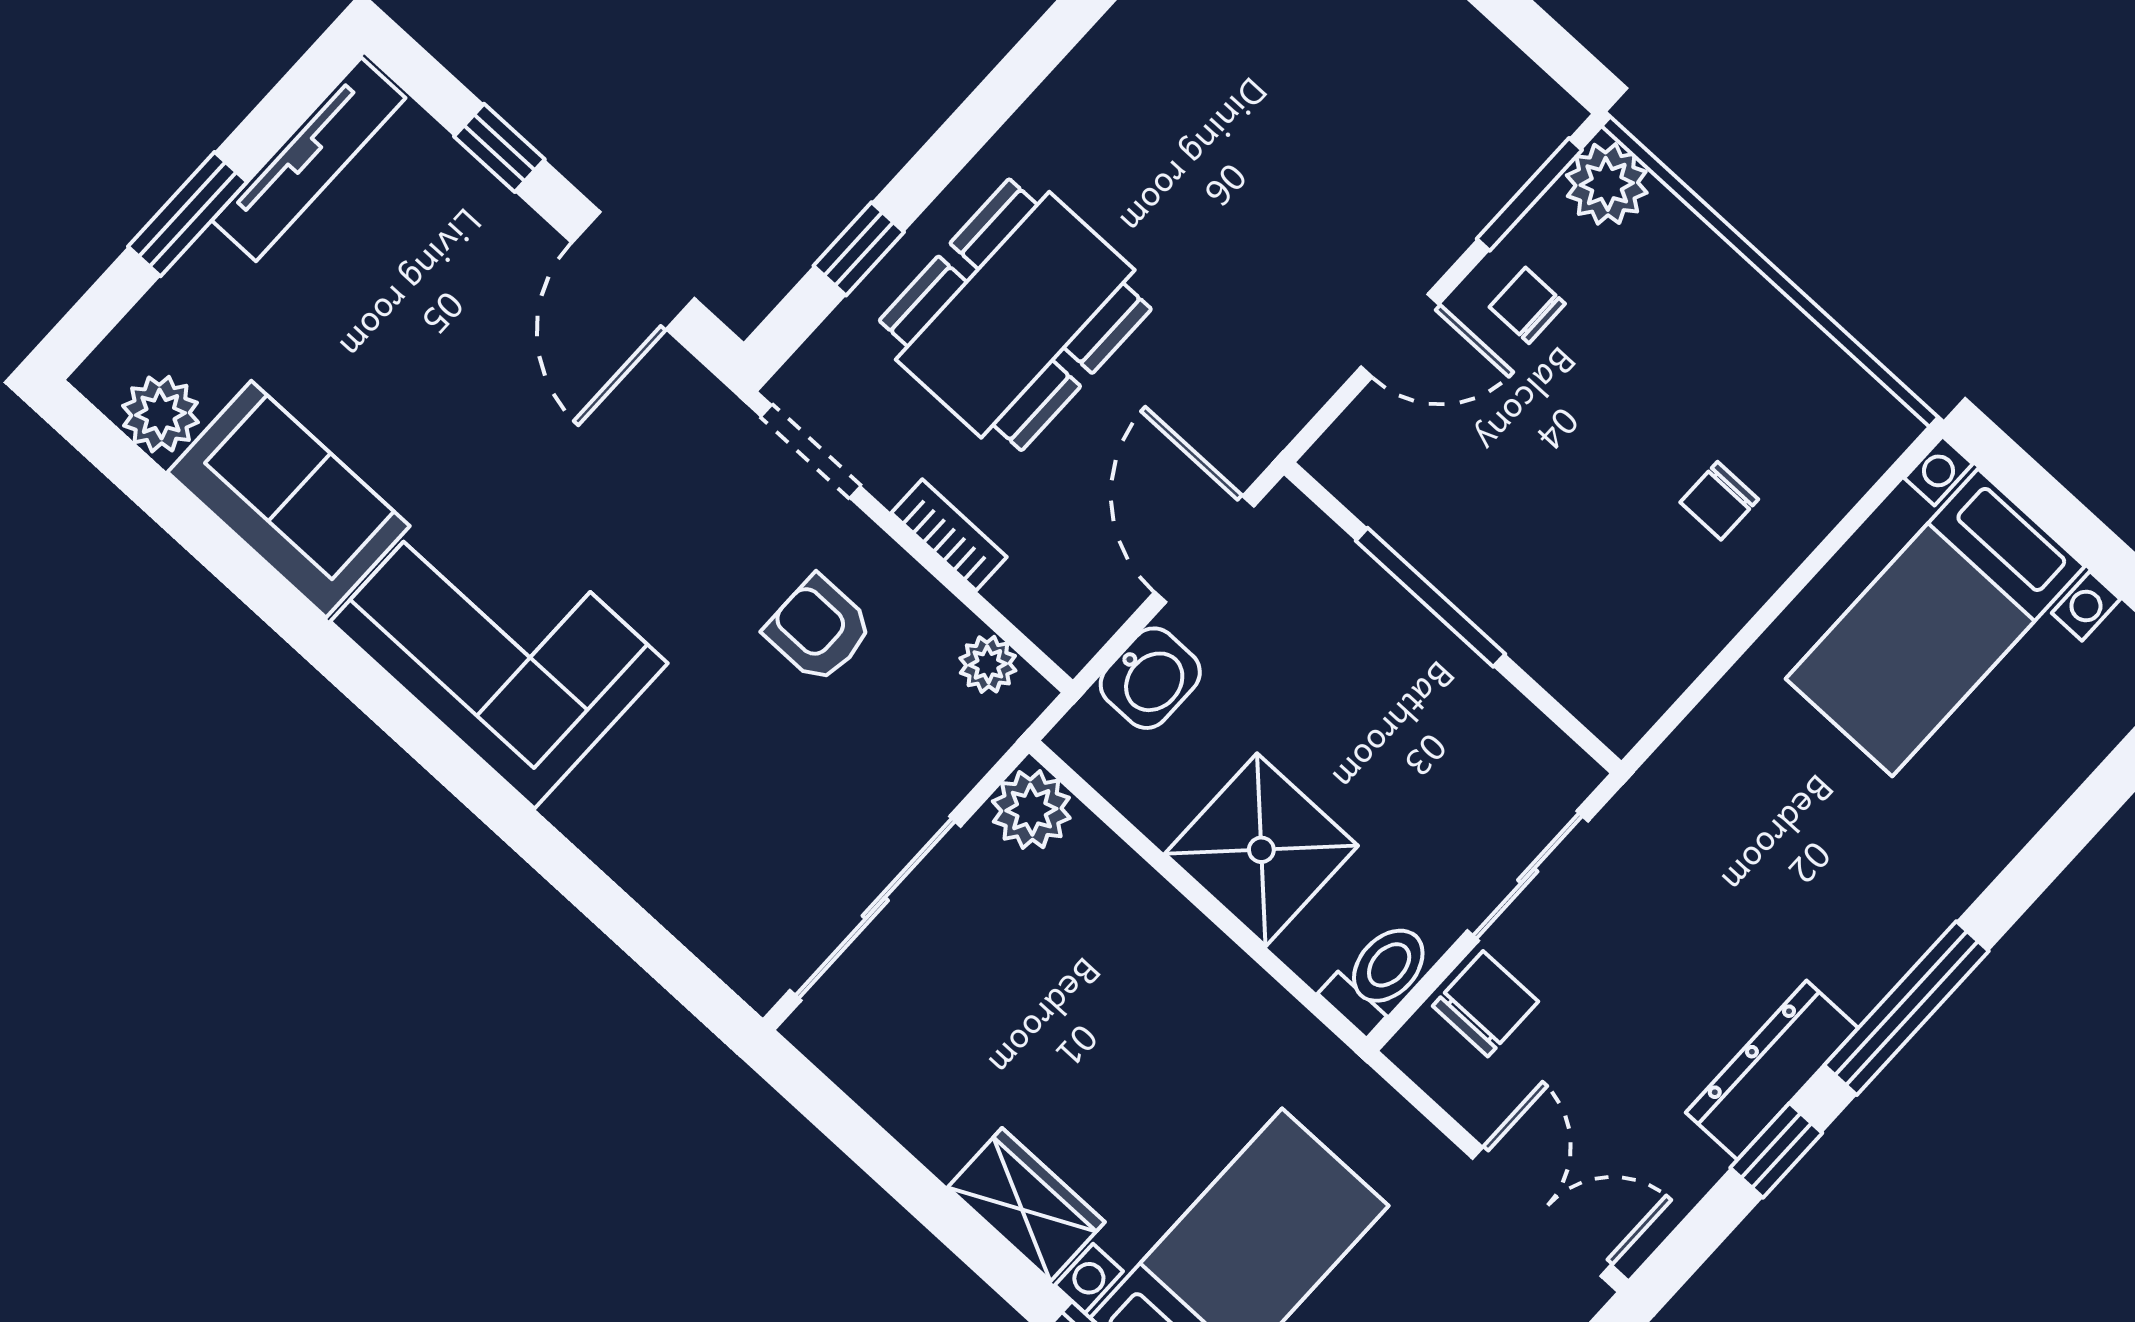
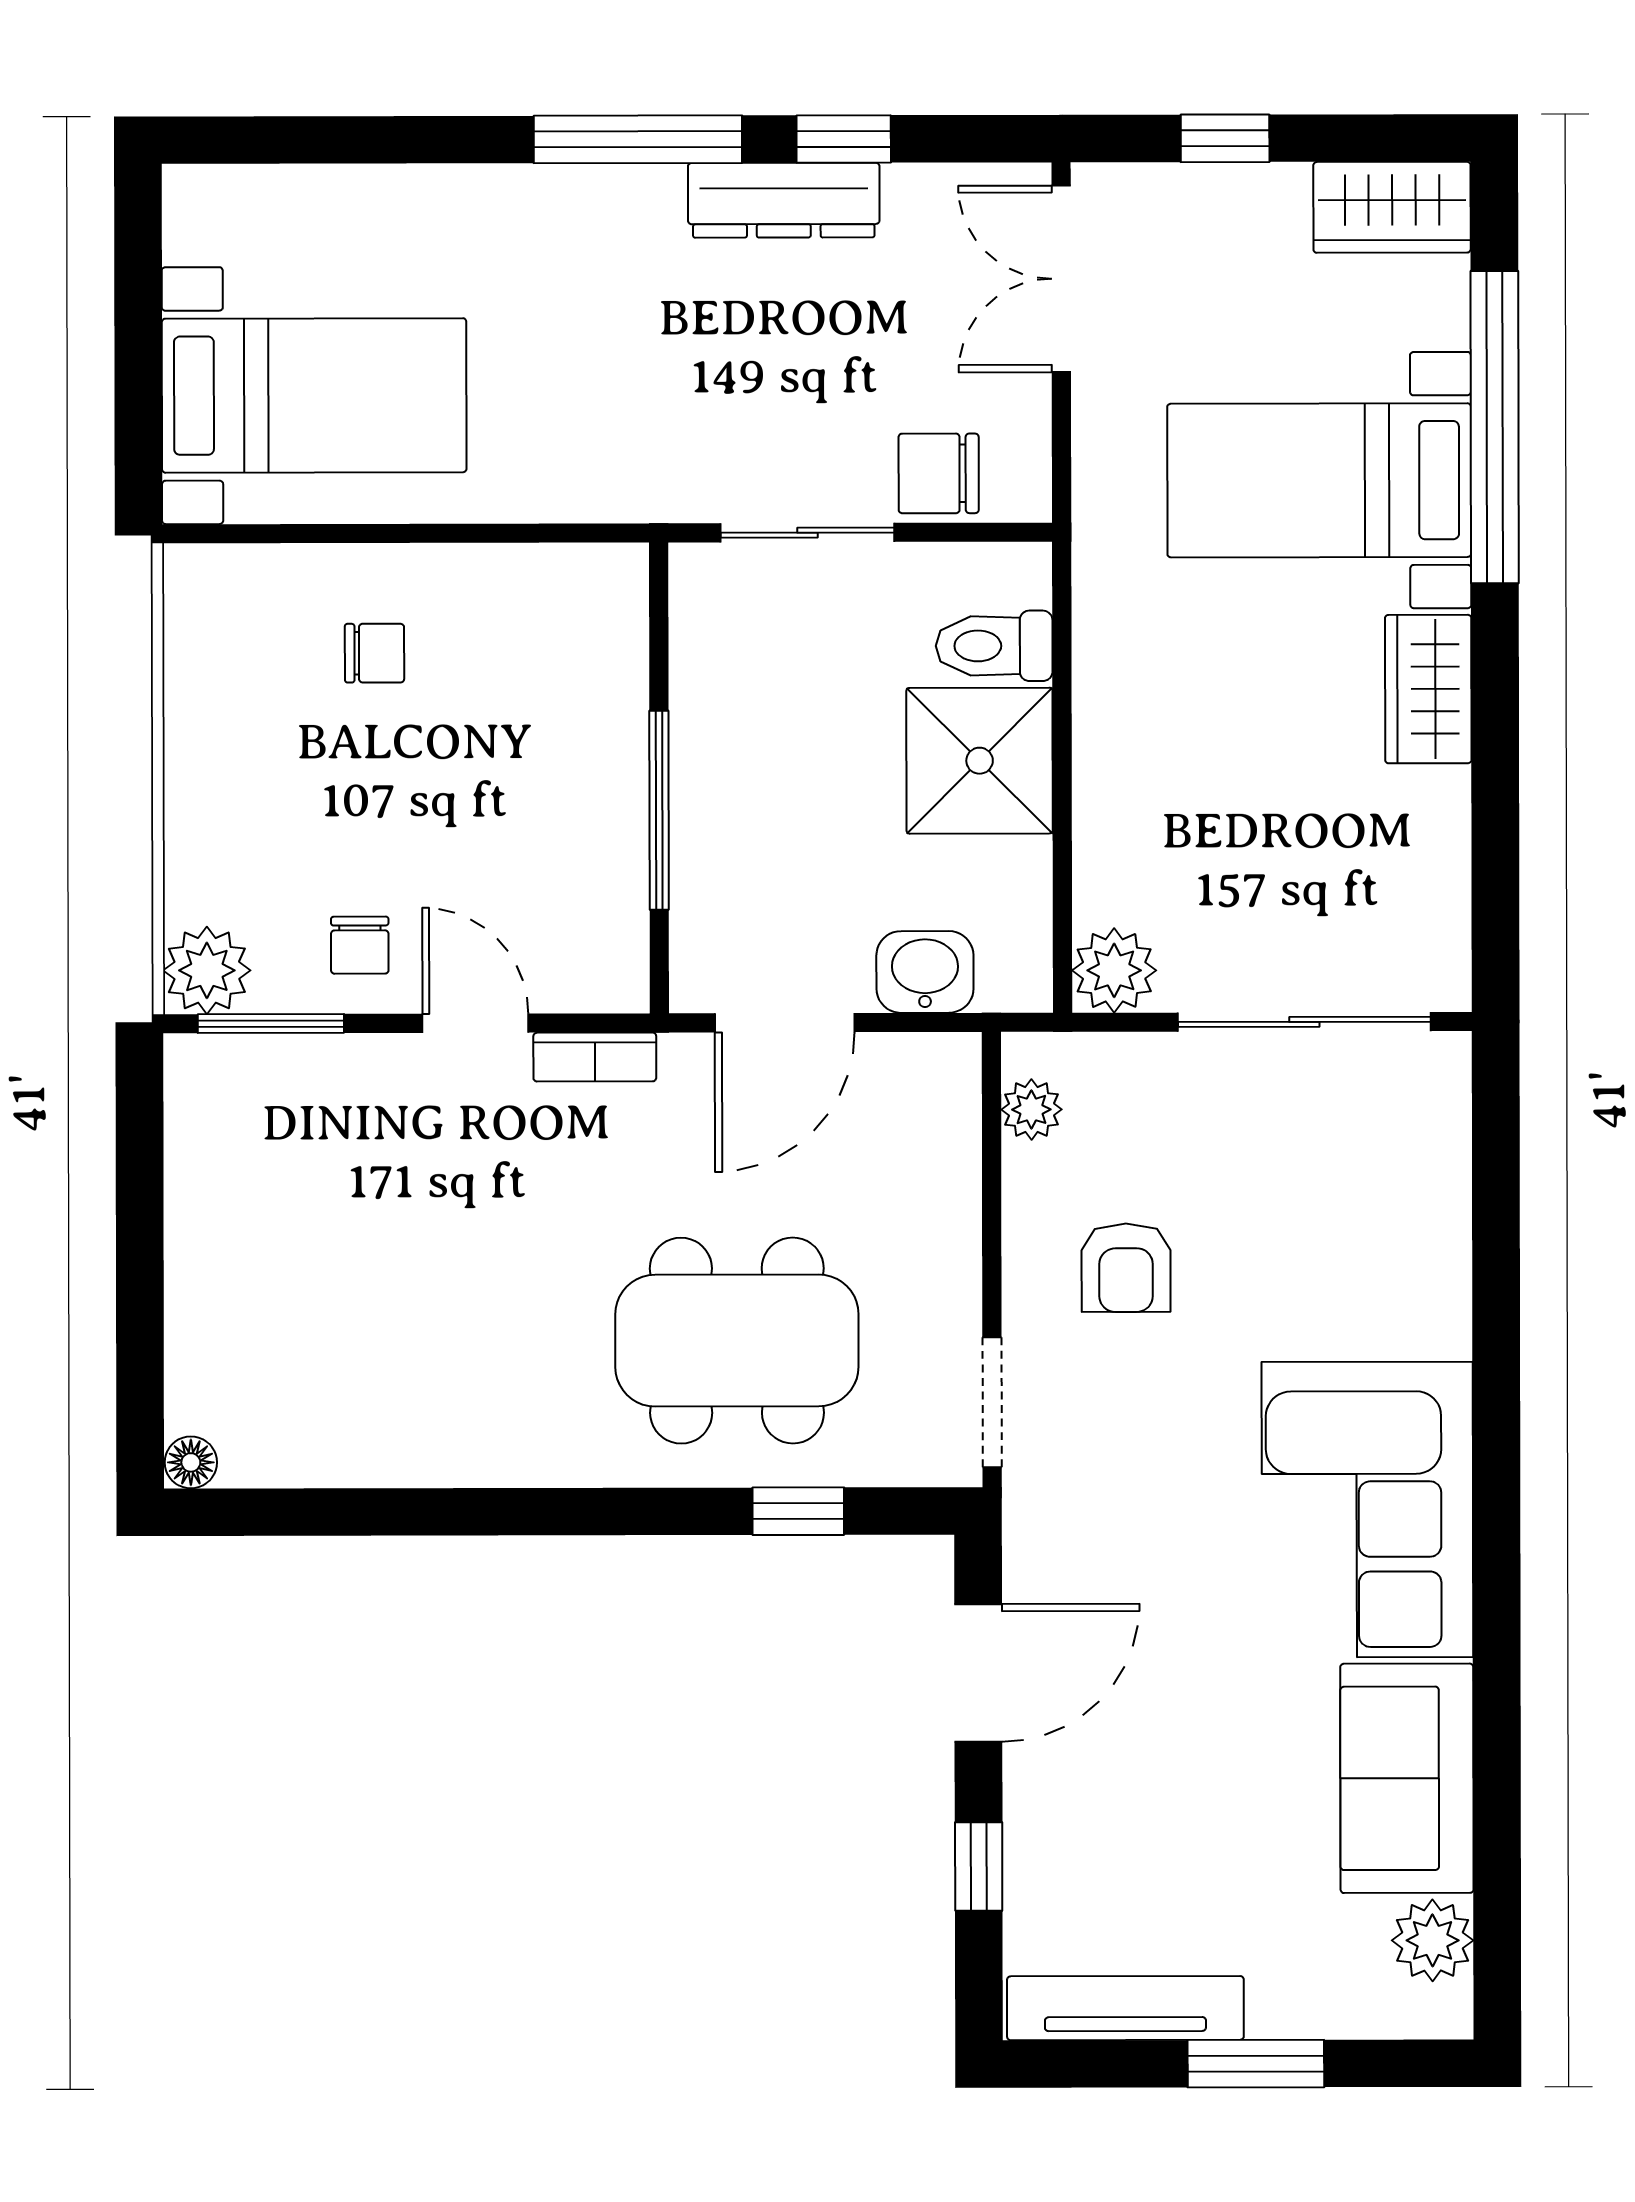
bookcase: (949, 535) -> (595, 1057), moved, turned -90
toilet: (1379, 976) -> (994, 646), moved

